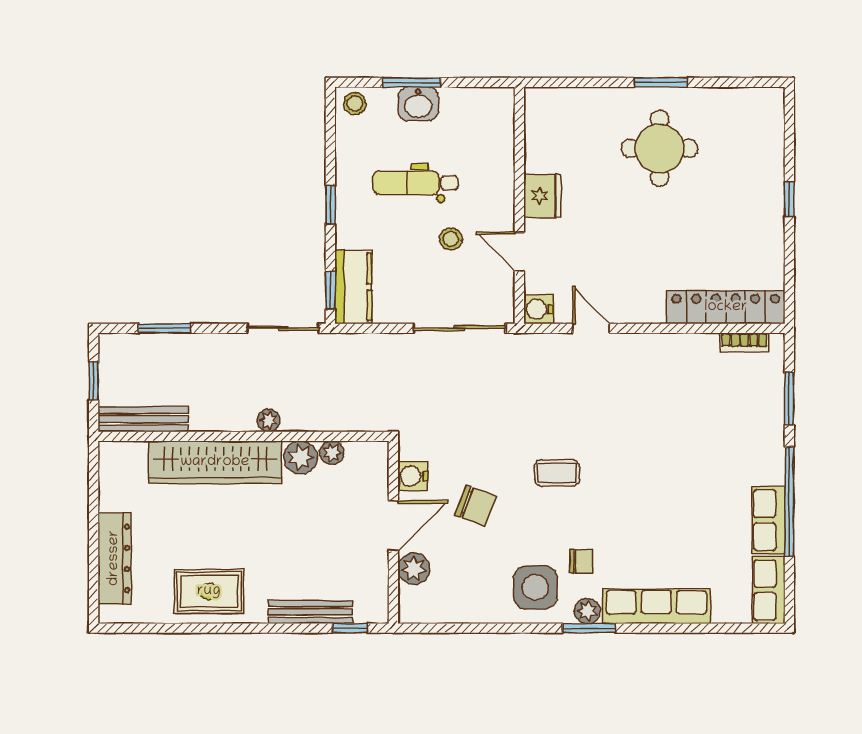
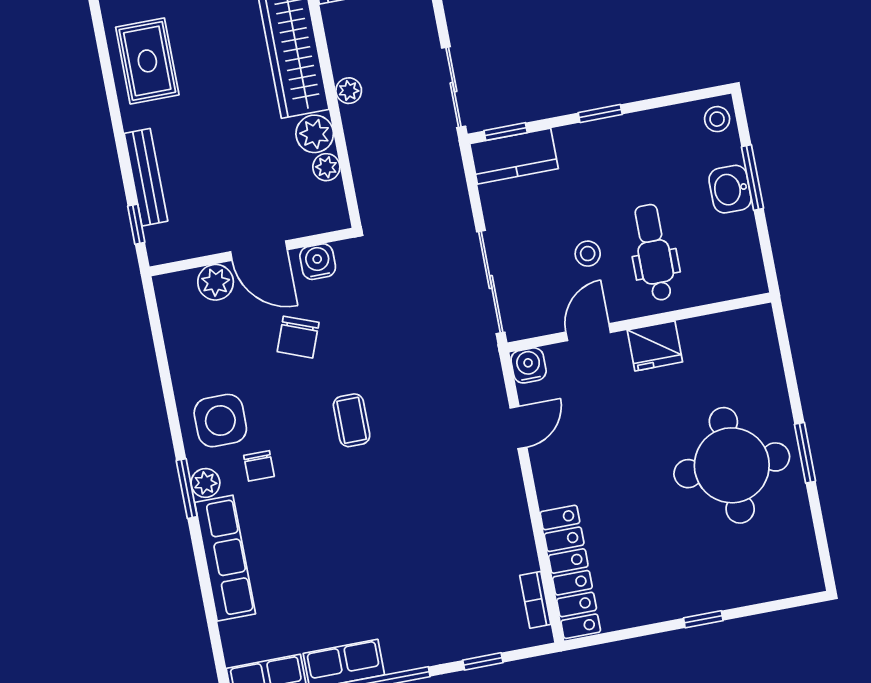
round table: (660, 148) -> (732, 465), width x1.36, depth x1.36
dental chair: (415, 183) -> (654, 253), moved
window: (789, 398) -> (483, 661), width x0.67

